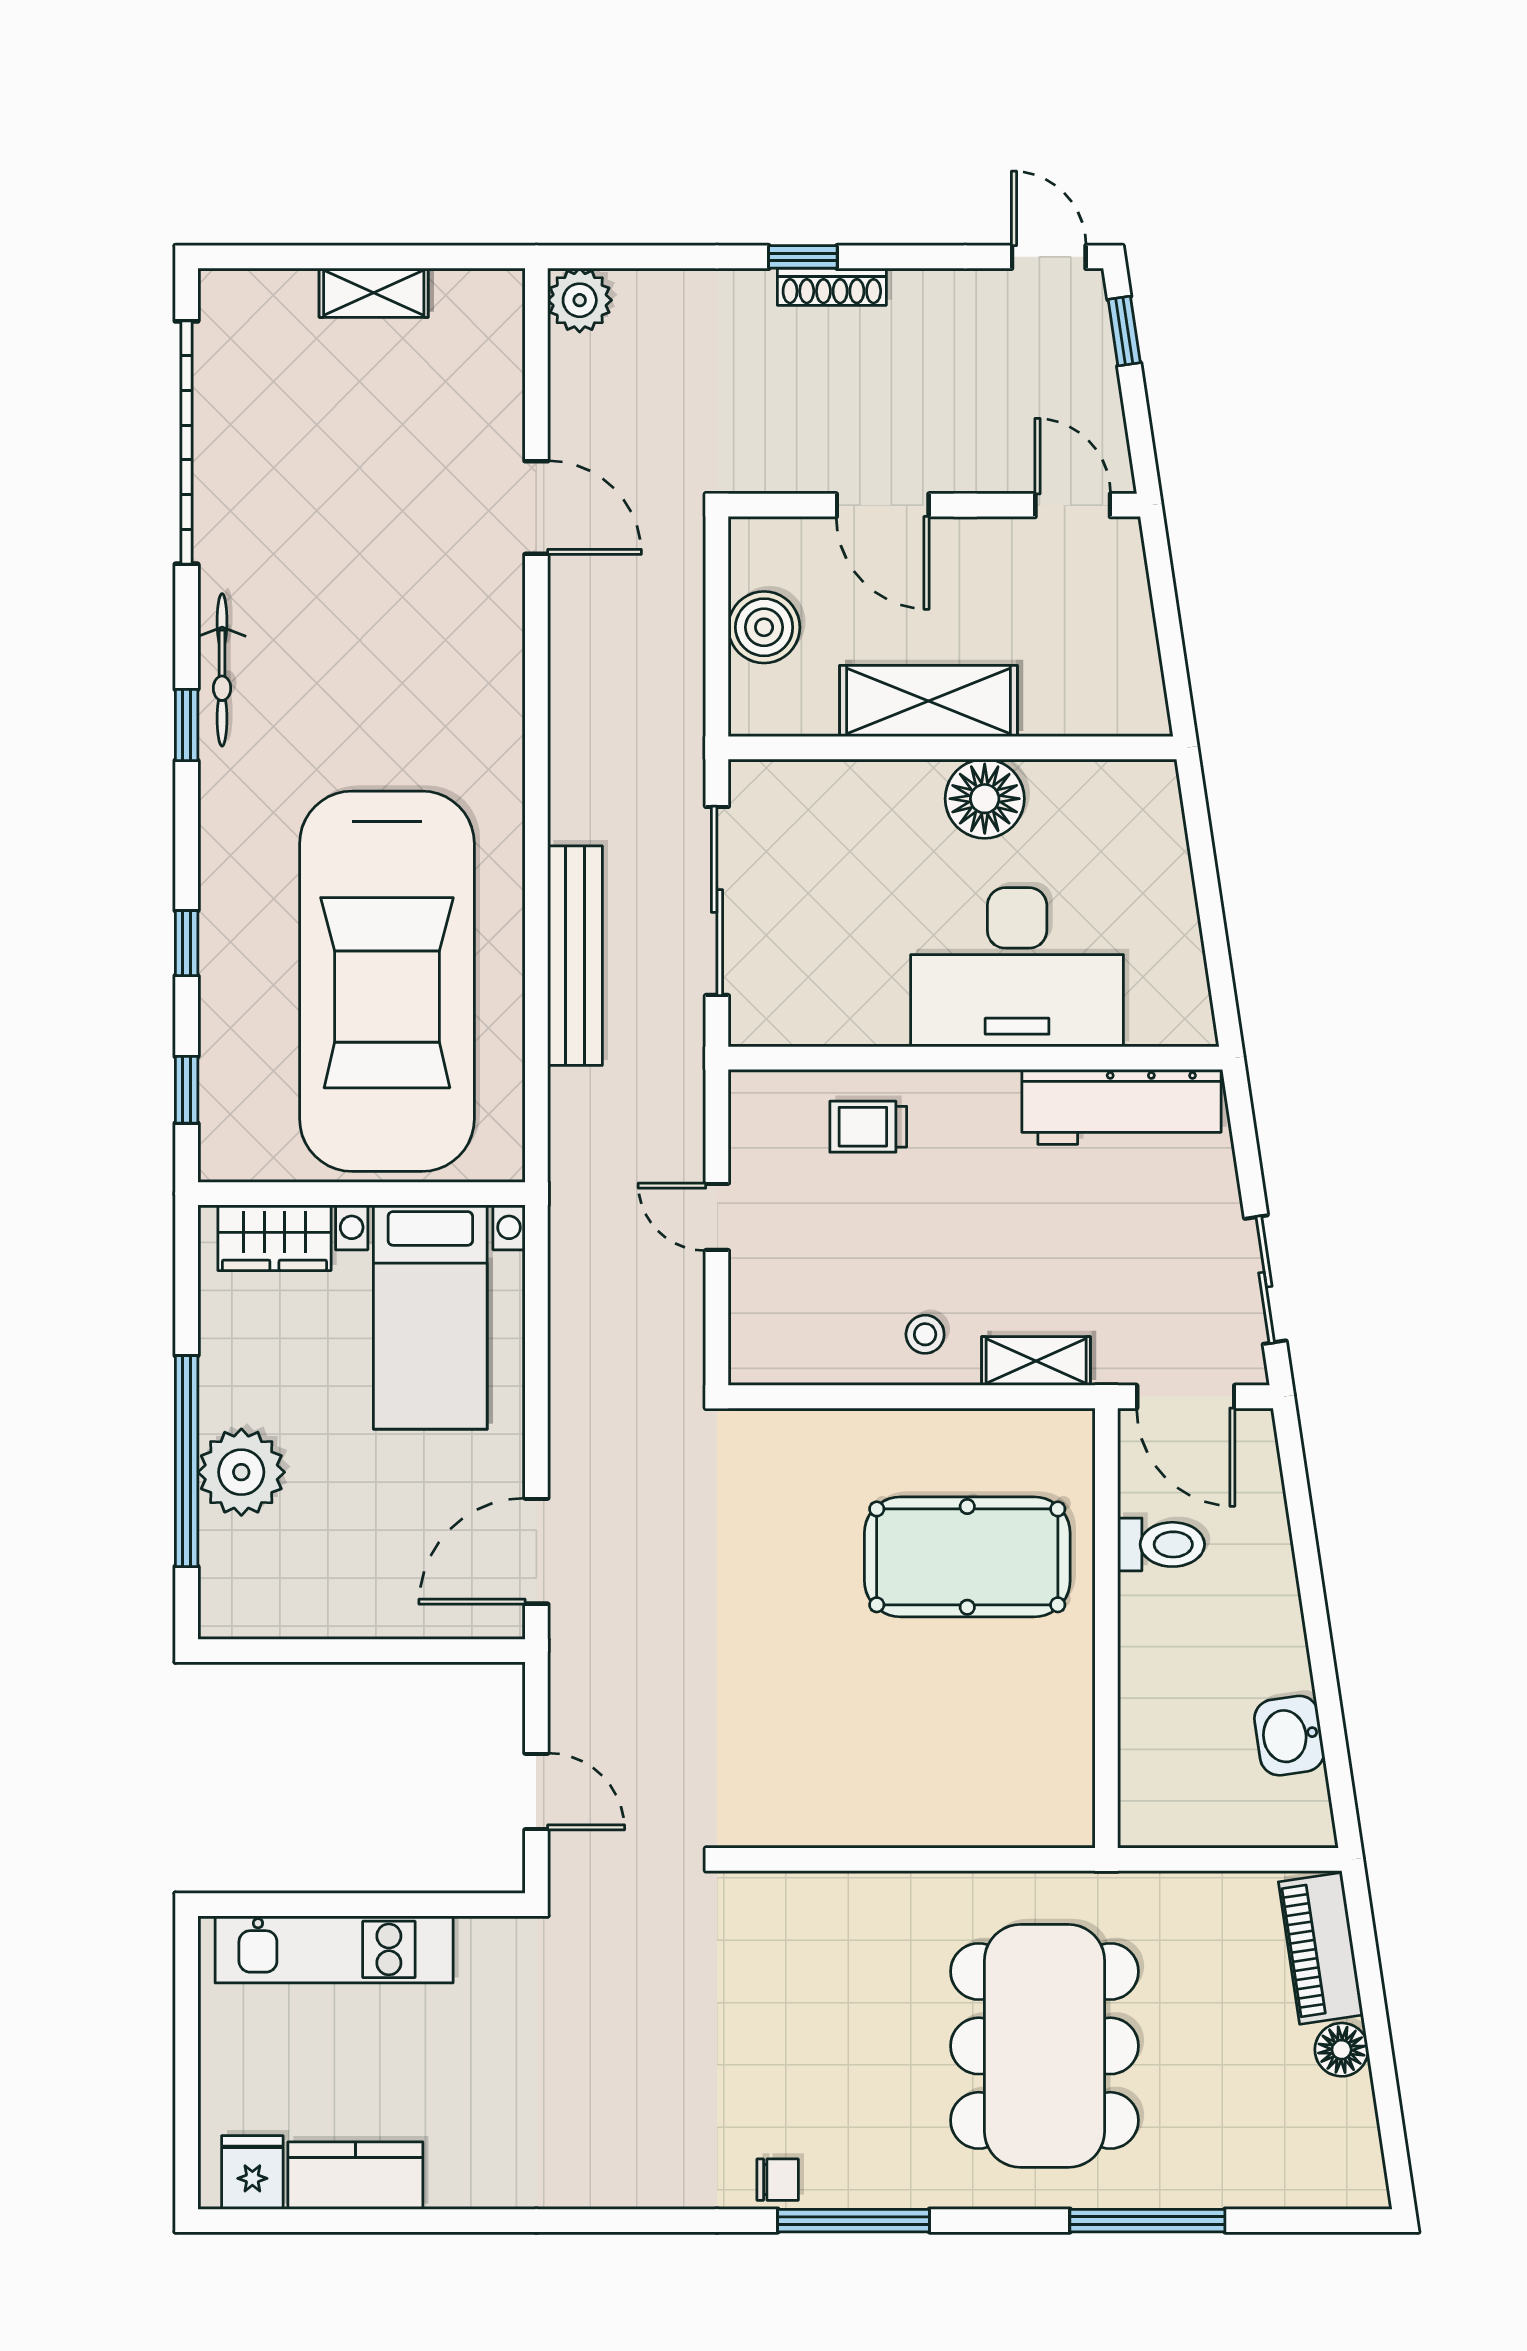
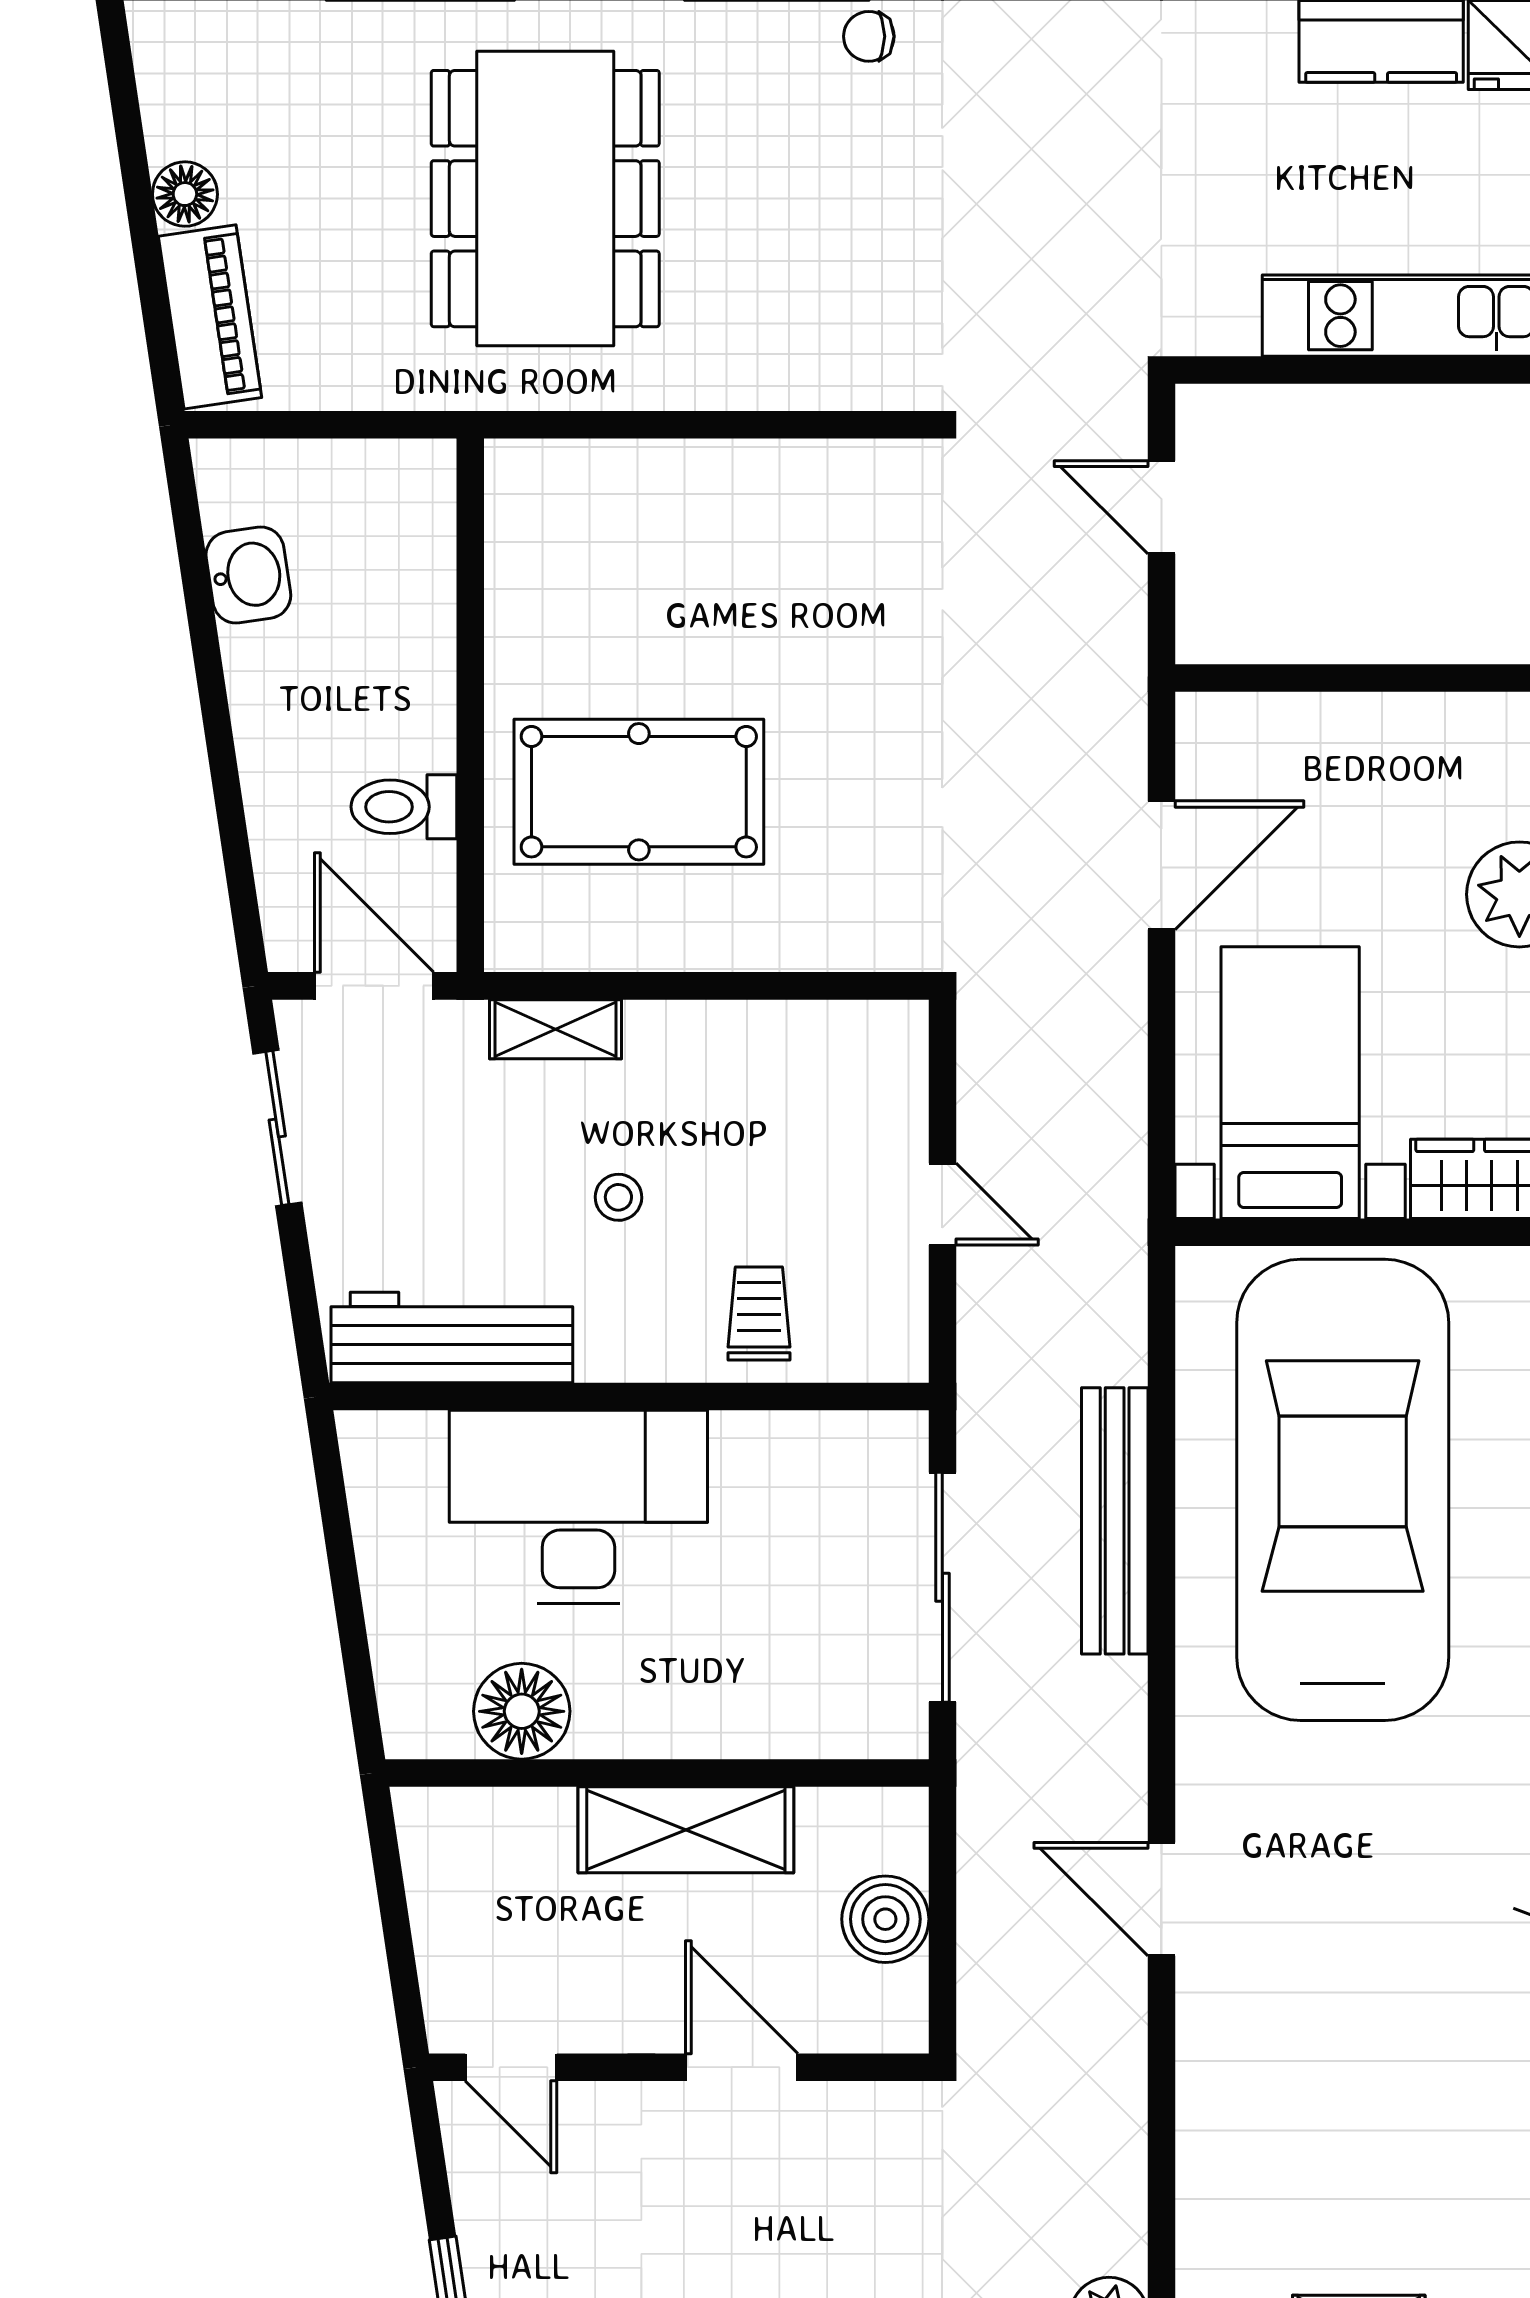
door: (536, 508) -> (1161, 1899), moved
floor lamp: (985, 799) -> (522, 1711), moved
trolley: (868, 1127) -> (759, 1313), turned -90
stool: (925, 1334) -> (618, 1197), moved
door: (536, 1551) -> (1161, 865), moved

